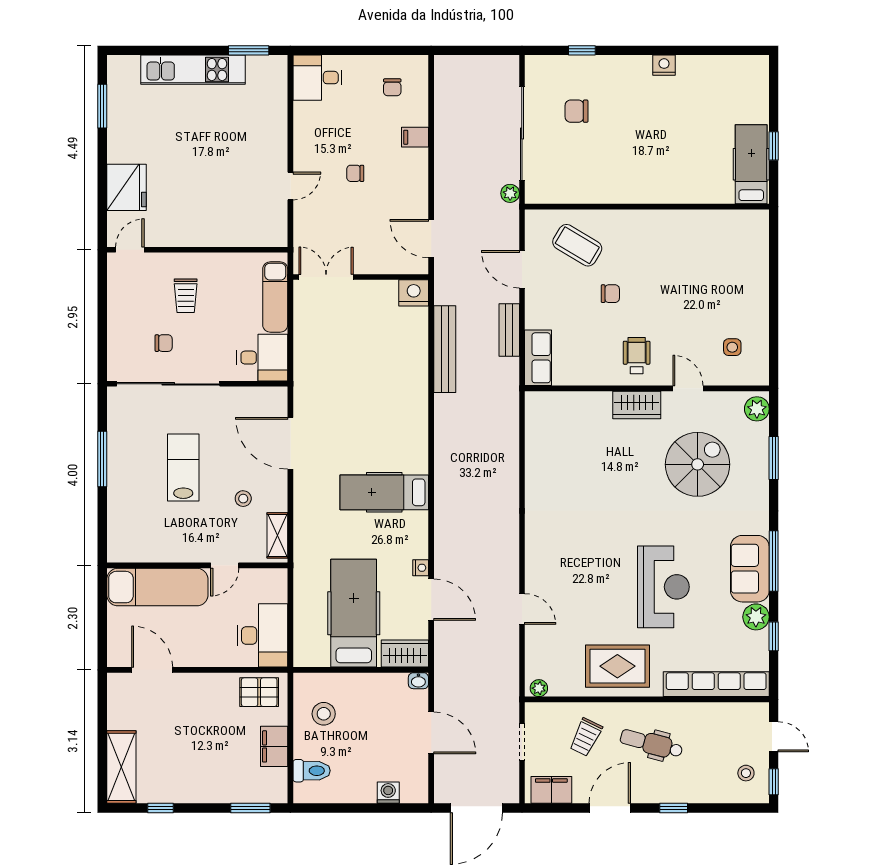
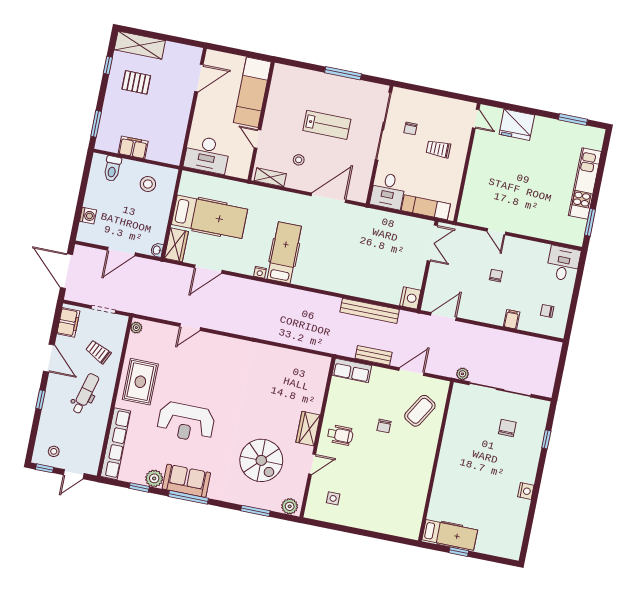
nightstand: (421, 568) -> (260, 272), moved
pallet: (259, 692) -> (136, 82), moved, turned 90

